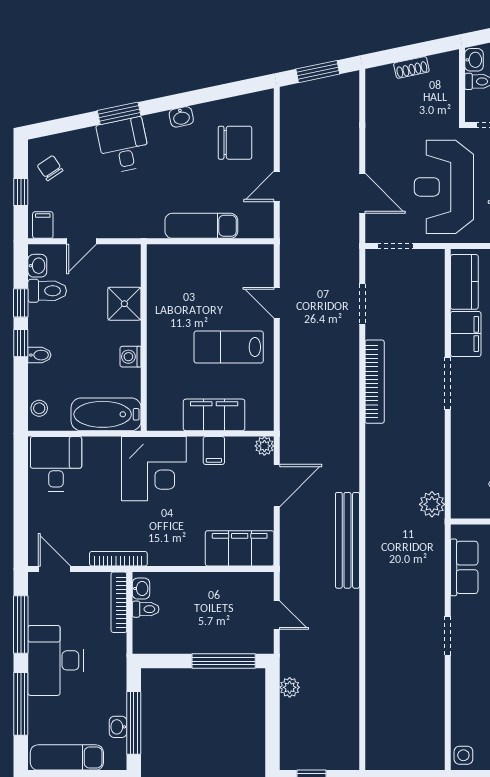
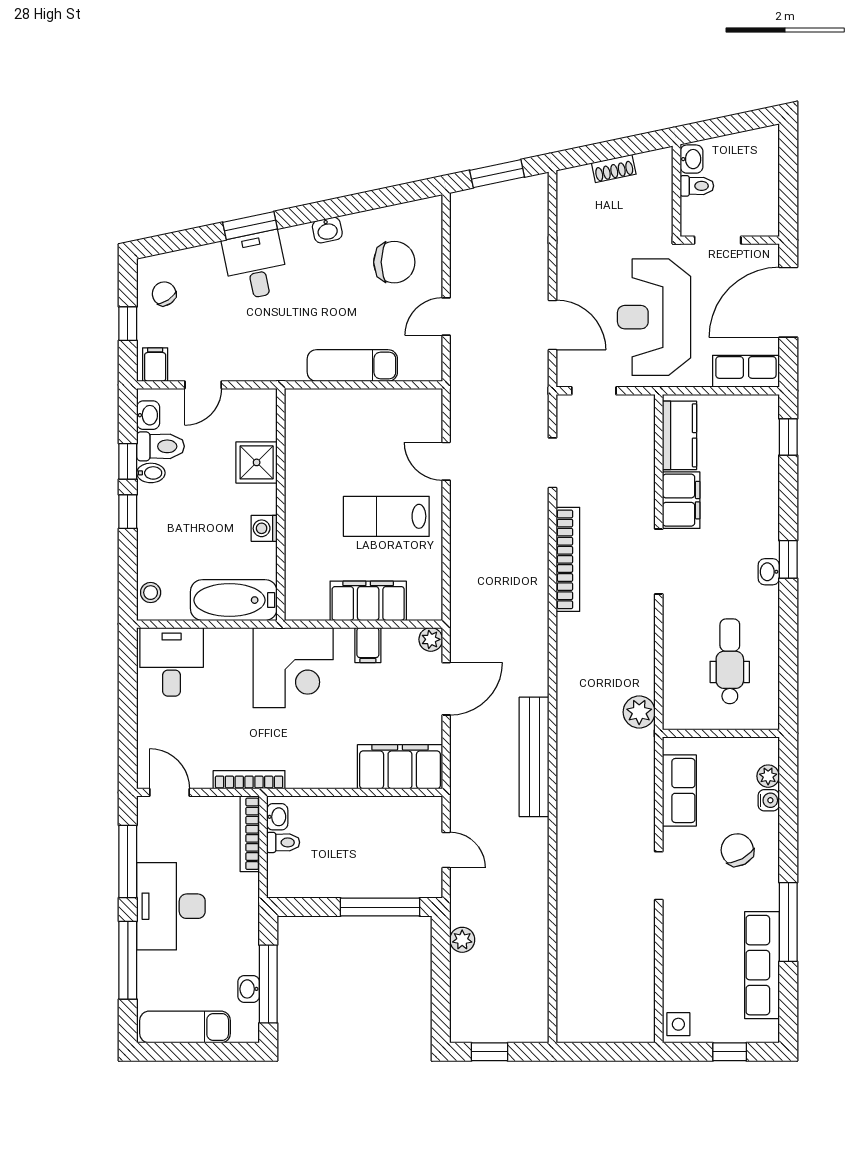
bidet: (39, 355) -> (151, 473), moved

